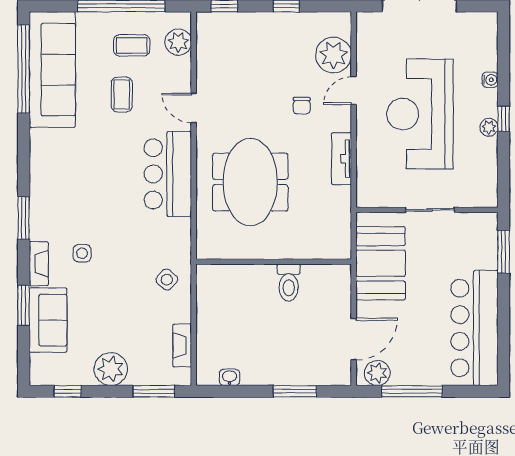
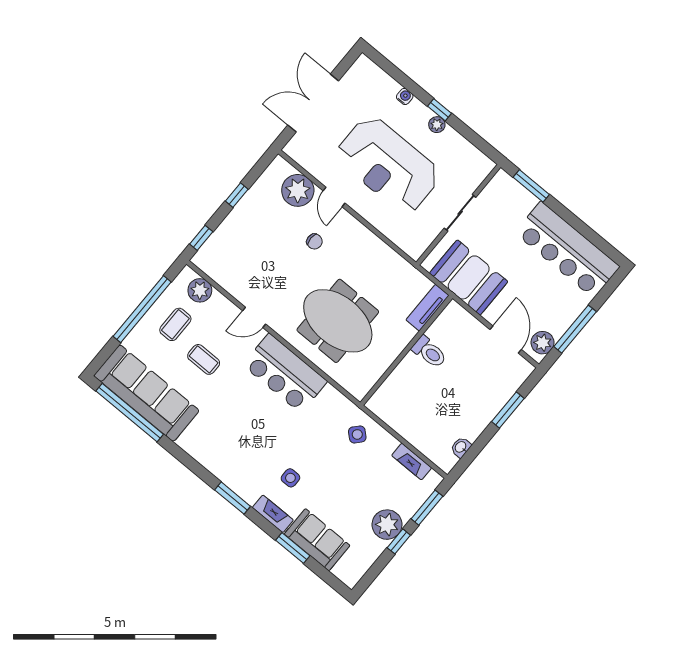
tv unit: (342, 159) -> (427, 308), moved, turned 90
window: (68, 391) -> (399, 541), moved

